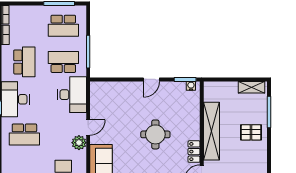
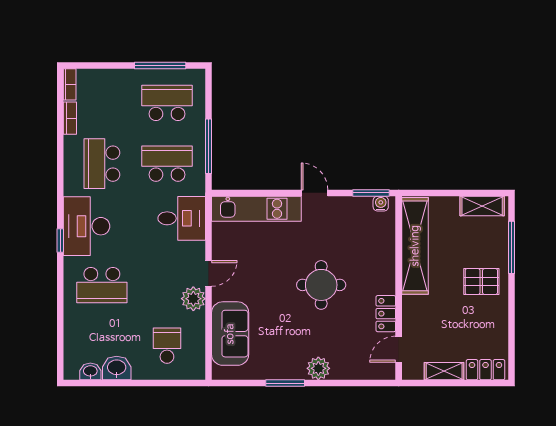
school desk: (63, 26) -> (167, 103), turned 180
school desk: (24, 62) -> (102, 164), turned 180
door: (151, 79) -> (315, 193), swing flipped
kitchen unit: (117, 89) -> (256, 209), added
desk: (72, 95) -> (182, 218), width x0.73
shelving: (211, 131) -> (415, 246), moved

